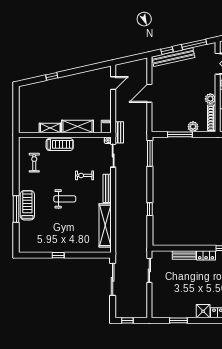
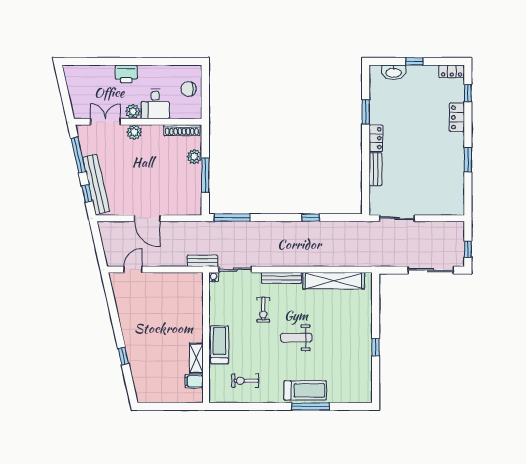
door: (113, 83) -> (133, 269), hinge flipped
plant: (210, 99) -> (134, 132), moved
filing cabinet: (106, 126) -> (194, 381), moved
shelving: (77, 127) -> (194, 320), removed
weight bench: (65, 199) -> (296, 338), turned -90
treadmill: (27, 205) -> (305, 390), turned 180
sliding door: (113, 279) -> (431, 270), moved
shower: (203, 311) -> (455, 142), removed
window: (178, 320) -> (468, 160), moved

